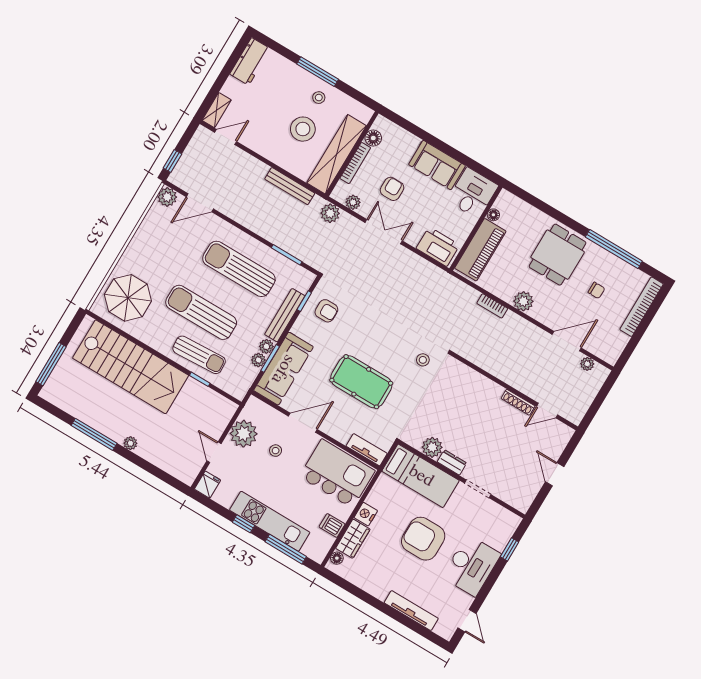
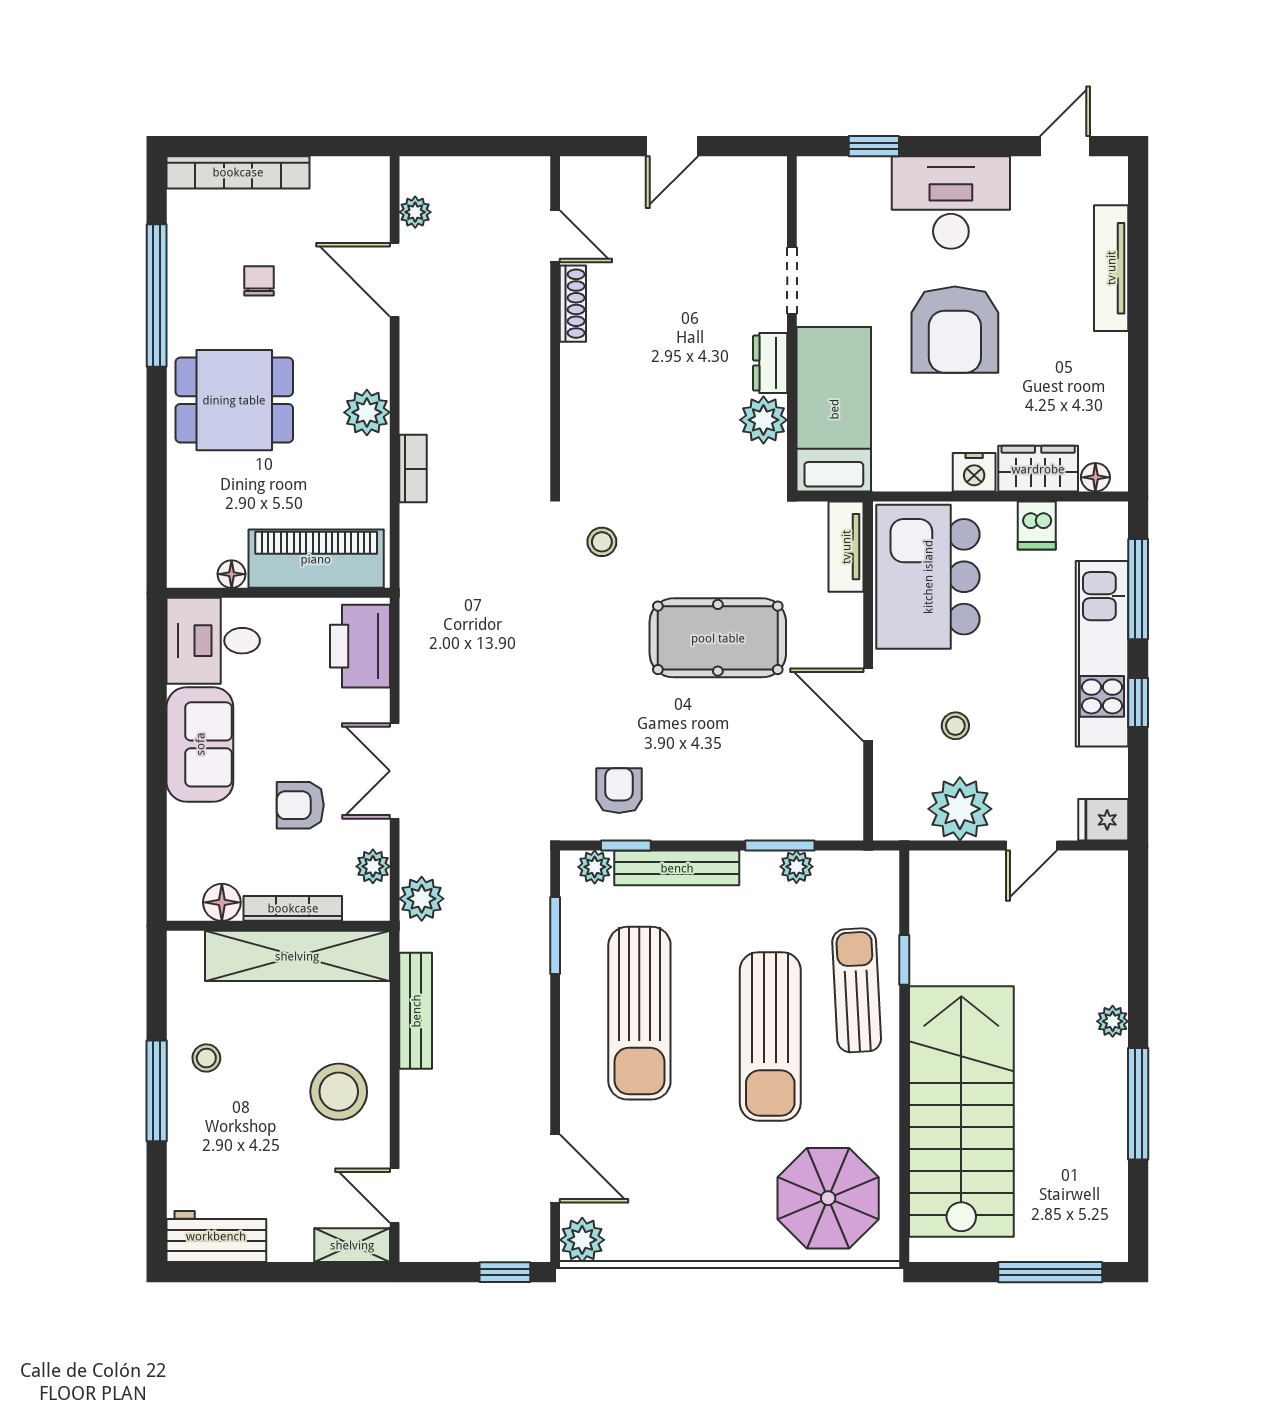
stool: (303, 129) -> (339, 1092), moved
plant: (266, 346) -> (595, 867), moved
sofa: (283, 369) -> (784, 807), removed
pool table: (361, 382) -> (718, 638), turned 90

